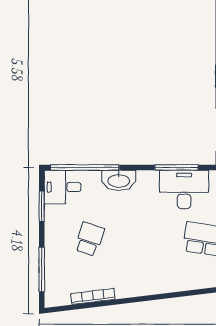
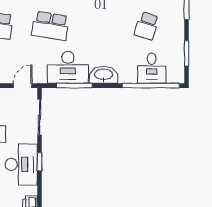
washbasin: (119, 180) -> (104, 75), moved
desk: (63, 187) -> (152, 68), moved, turned 90

